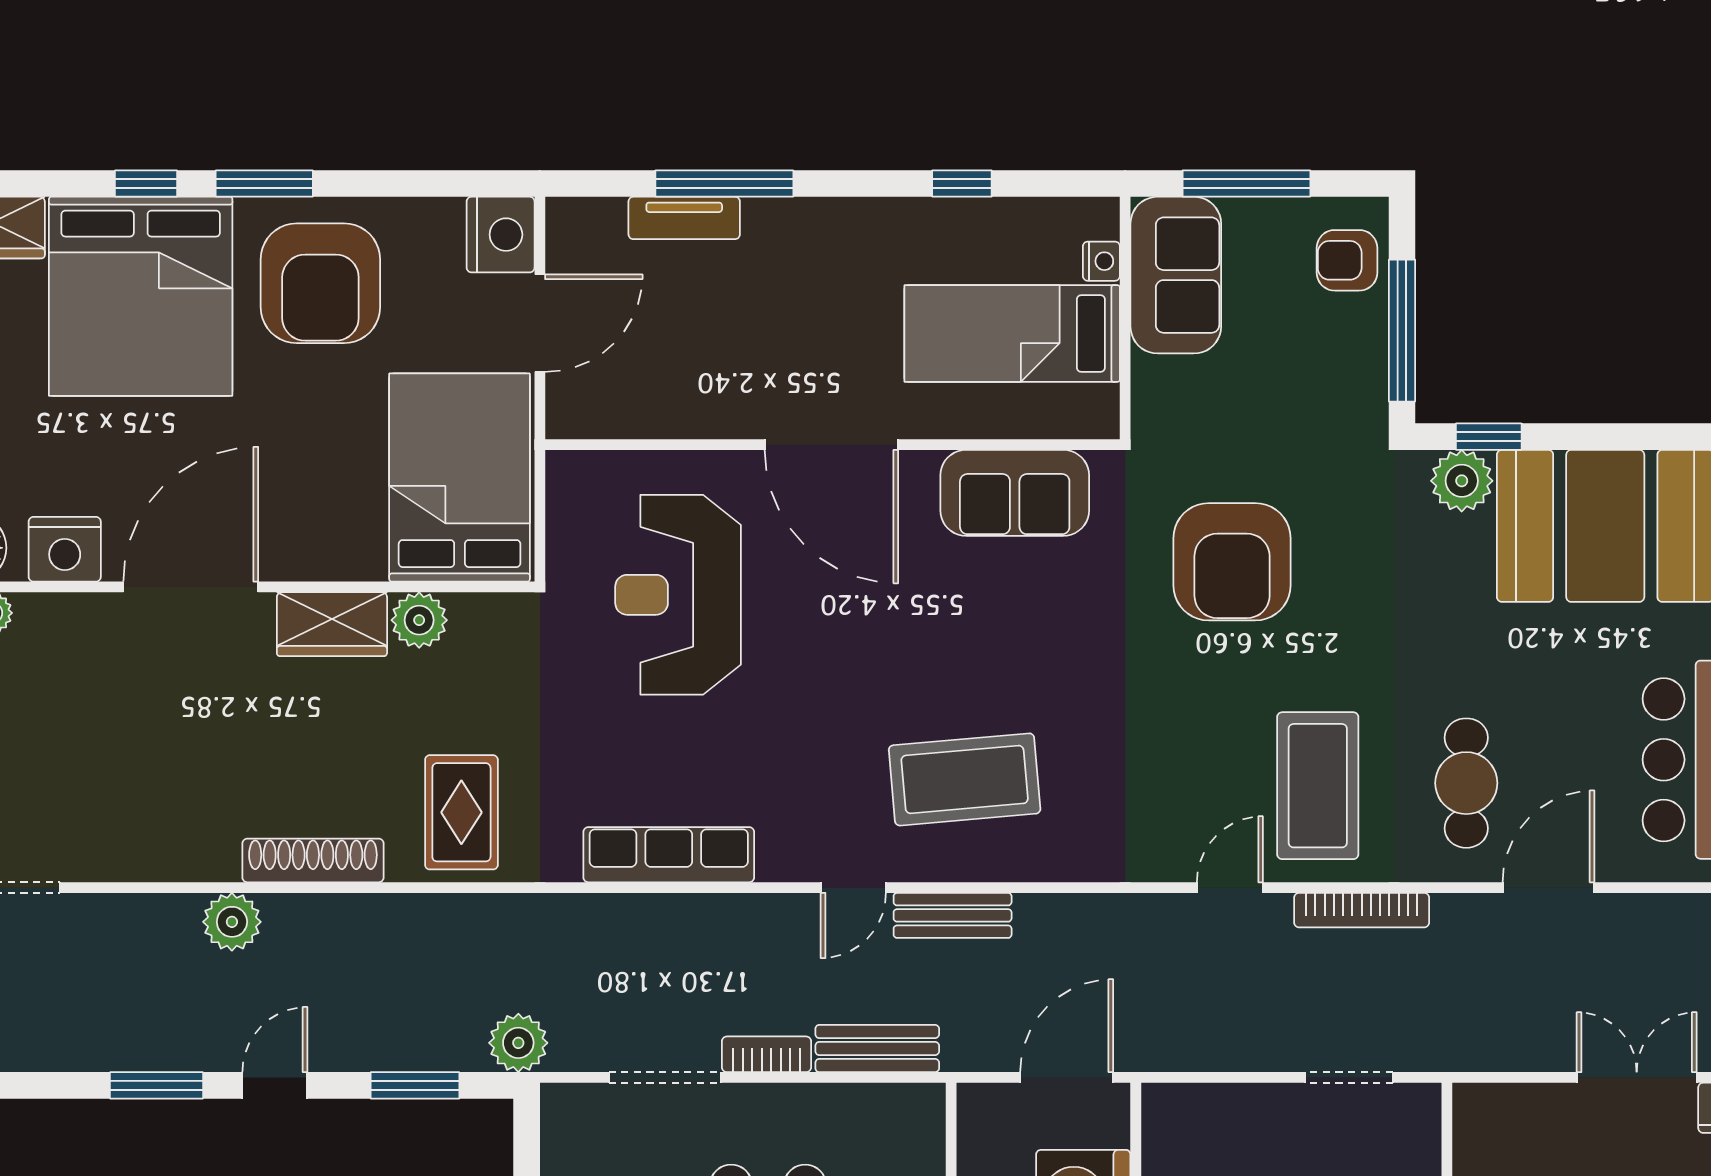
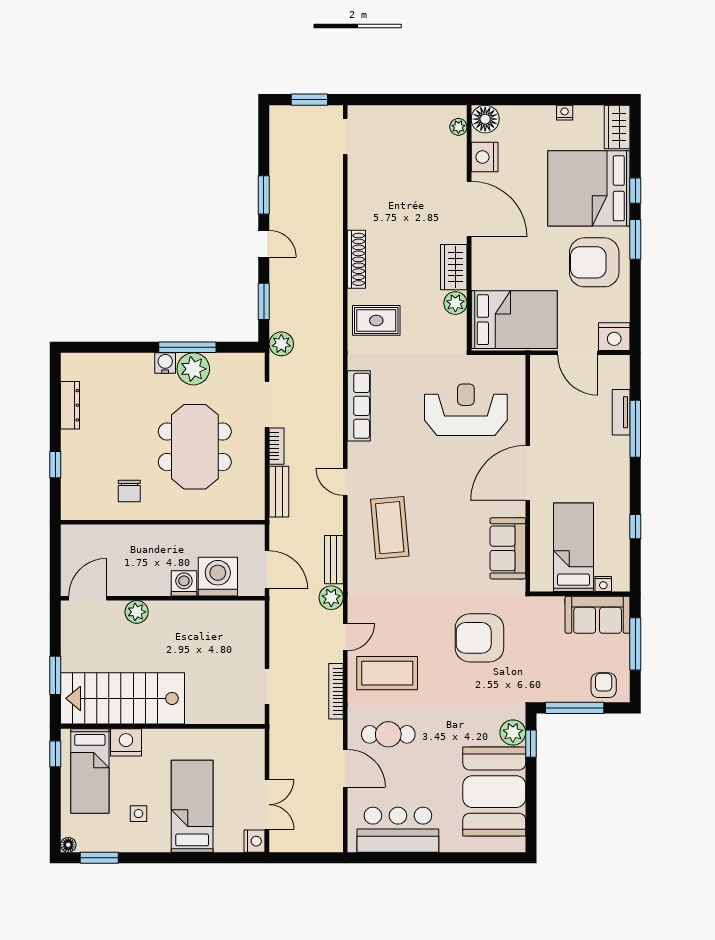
door: (1230, 888) -> (345, 637), hinge flipped
bench: (953, 915) -> (334, 560), moved
plant: (232, 922) -> (331, 598), moved

